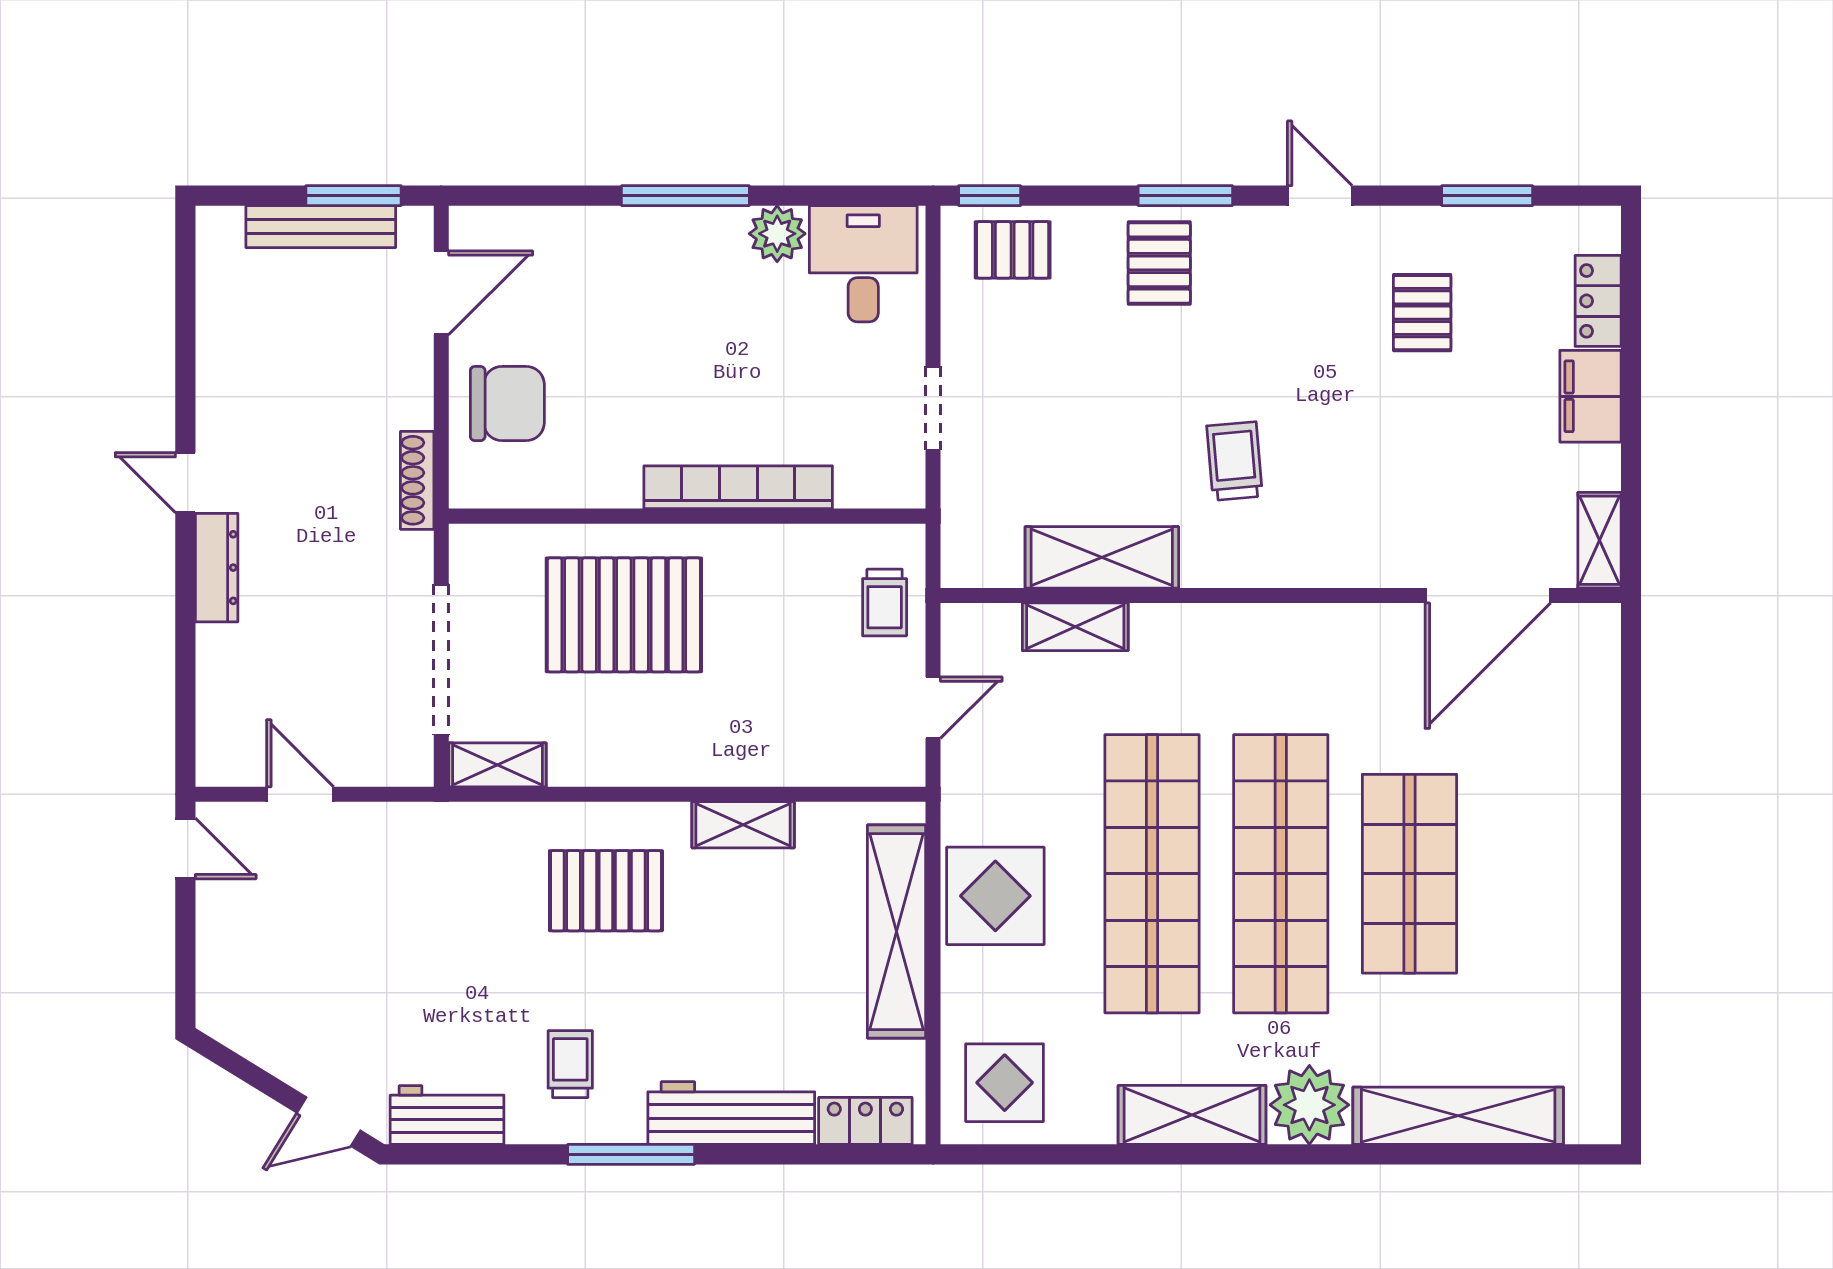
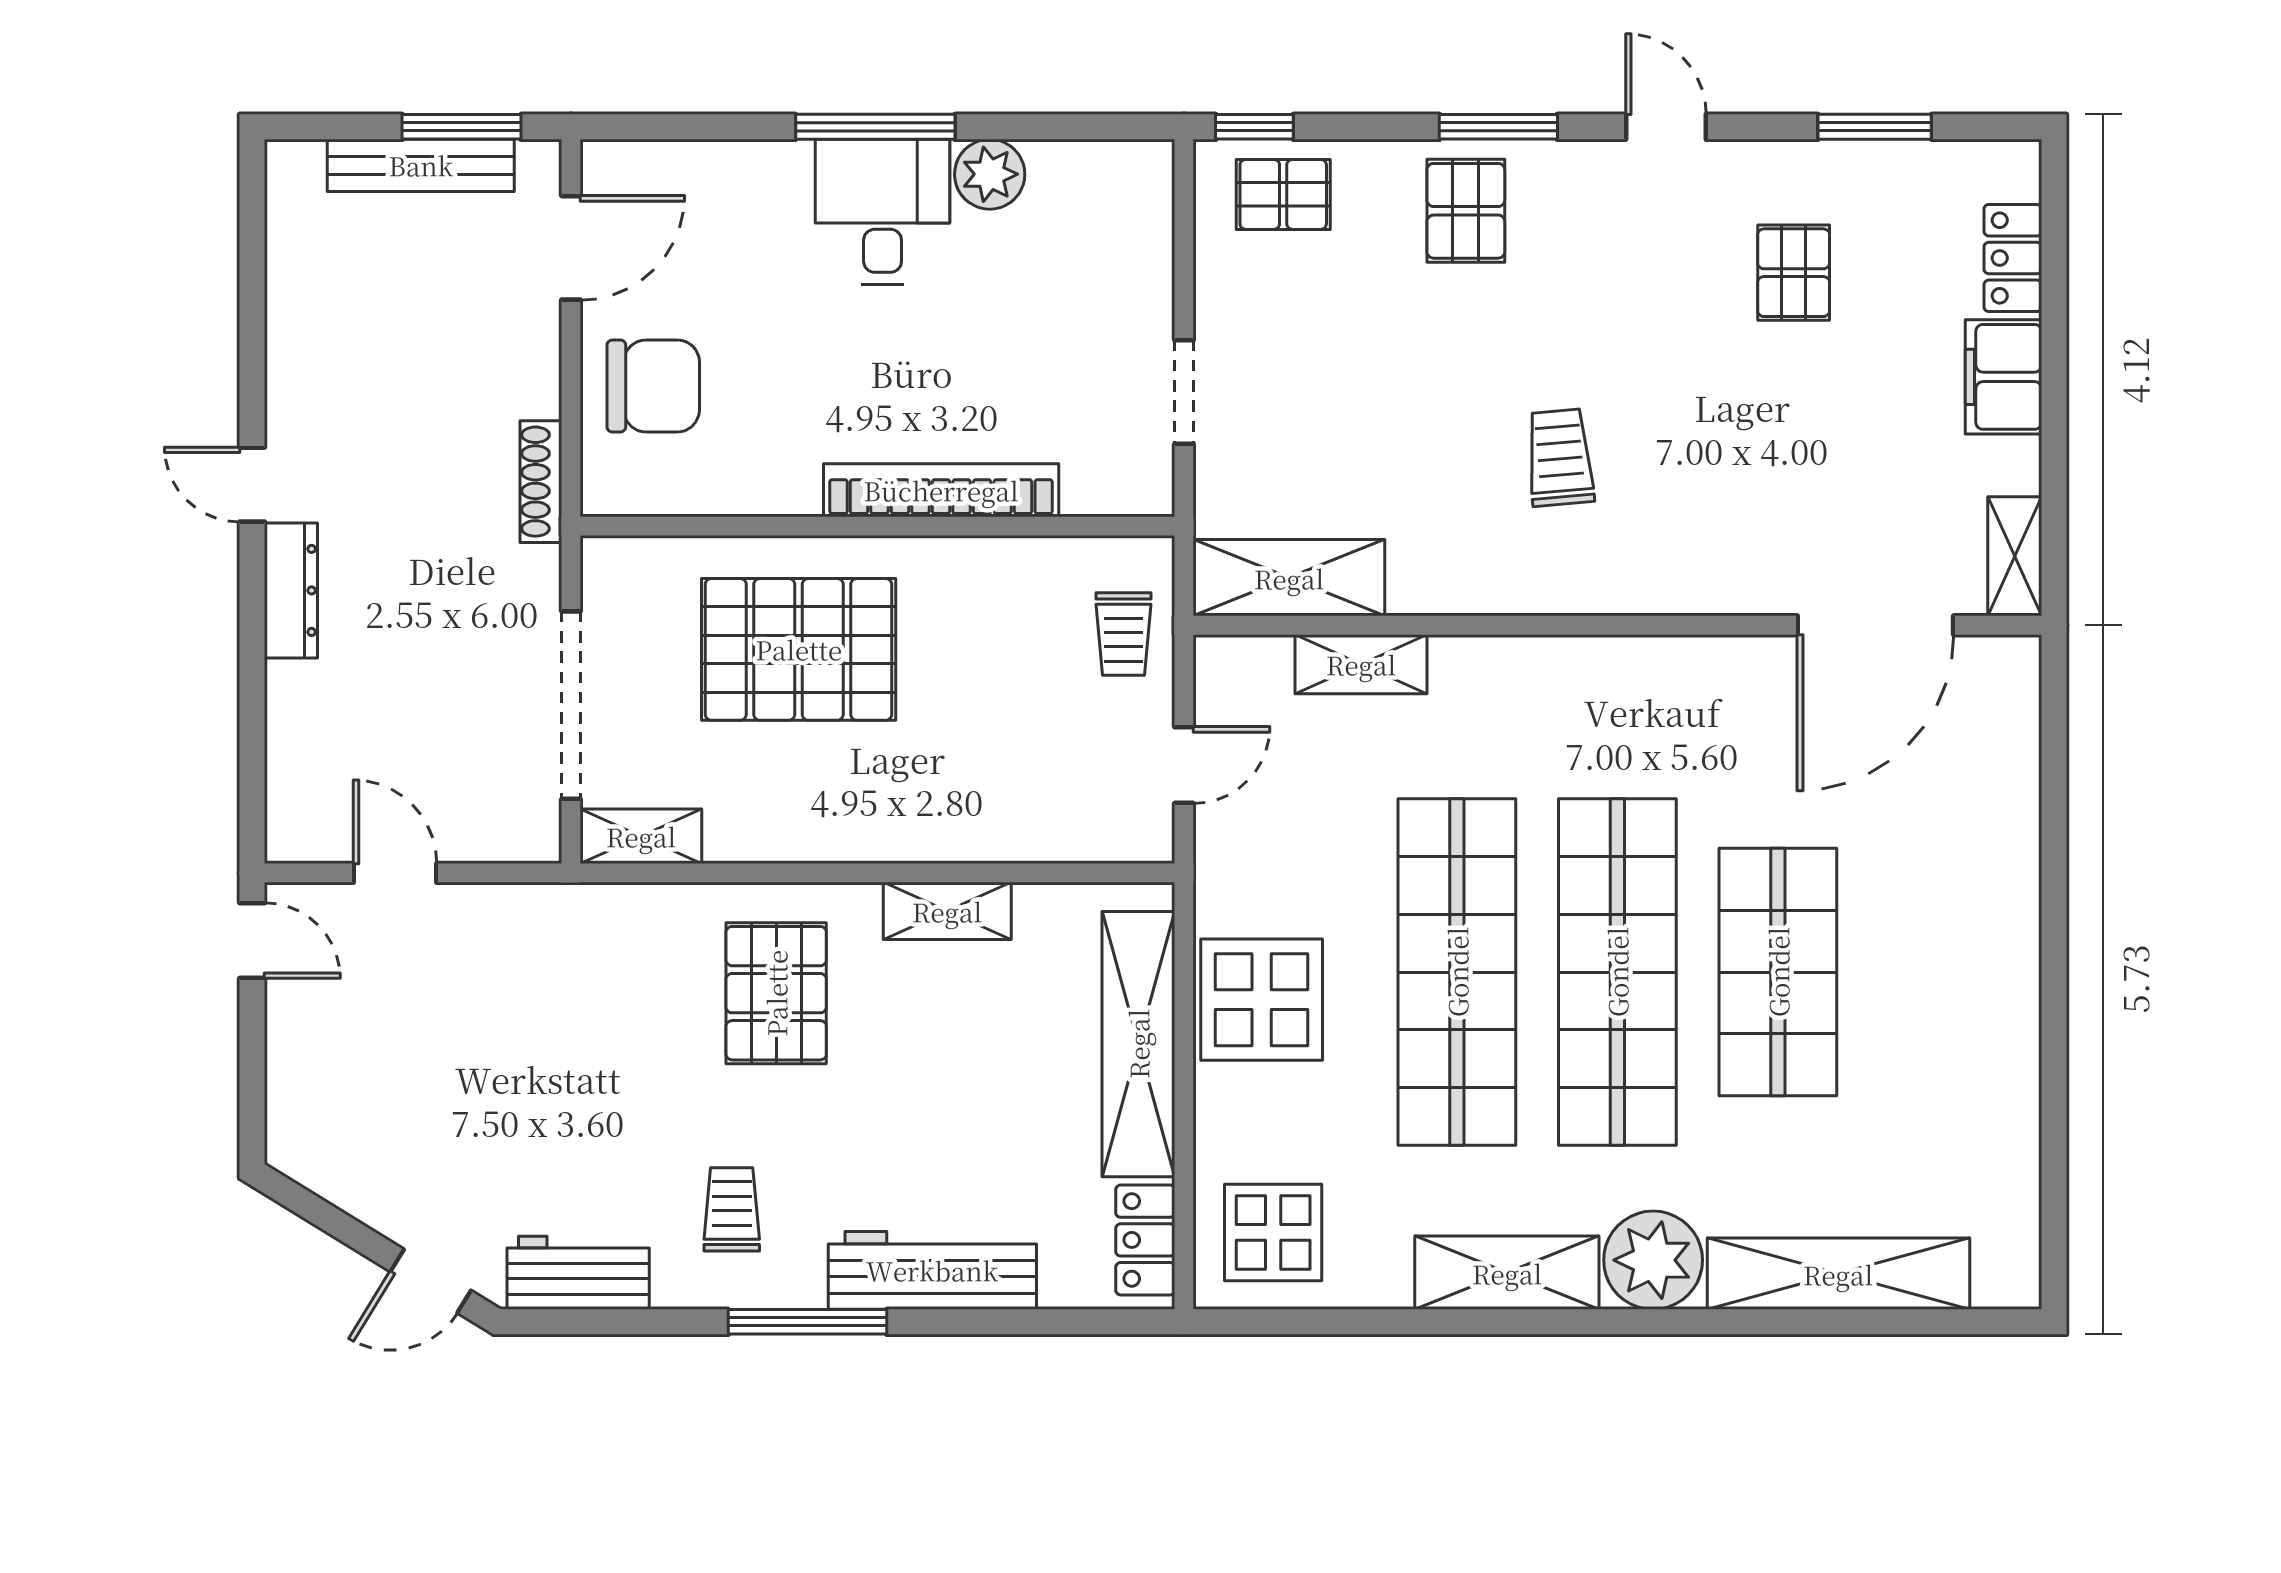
desk: (863, 264) -> (883, 212), moved
shelving: (1102, 557) -> (1289, 578), moved
pallet: (606, 891) -> (776, 993), turned 90
locker: (865, 1121) -> (1145, 1240), moved, turned -90

